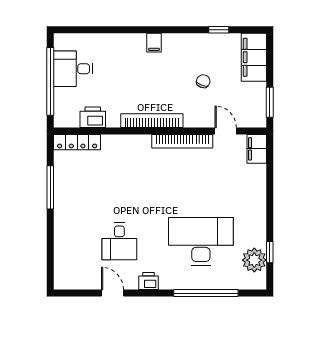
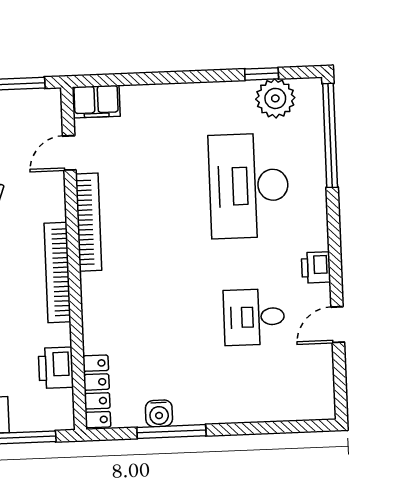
water cooler: (62, 180) -> (159, 413), added
desk: (119, 241) -> (254, 317), turned 180
window: (206, 293) -> (330, 135), moved

